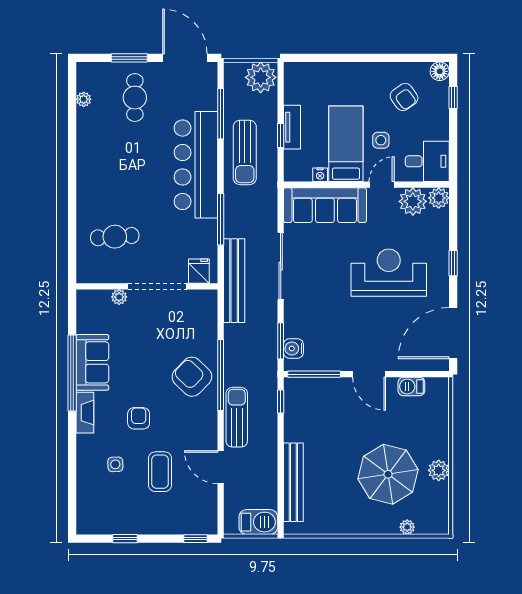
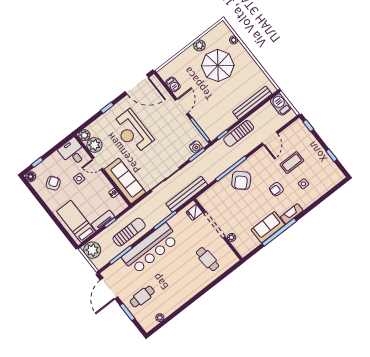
bed: (346, 144) -> (76, 221), moved, turned 90
sun lounger: (237, 417) -> (239, 133), moved

